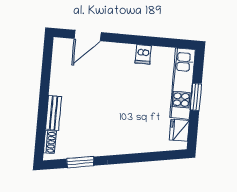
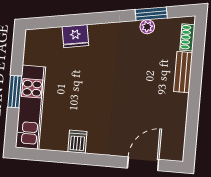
fridge: (179, 130) -> (75, 36), moved, turned 80
plant: (84, 151) -> (147, 27), added

